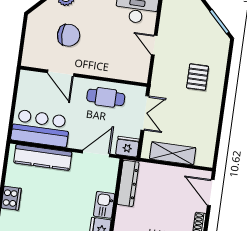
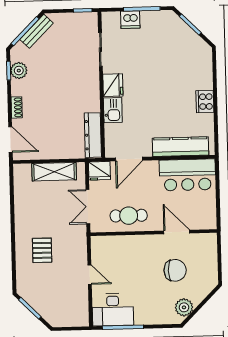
chair: (69, 35) -> (175, 270), turned 180

